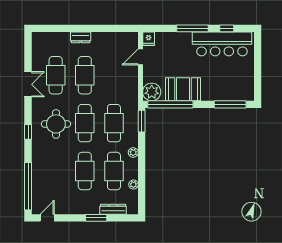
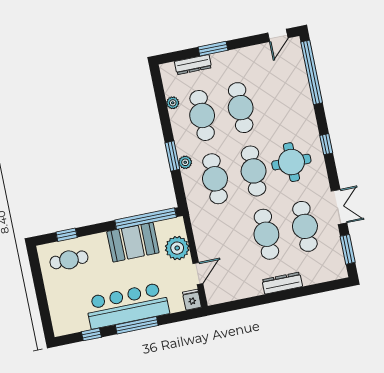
dresser: (81, 37) -> (282, 283), width x1.44
bar counter: (222, 44) -> (127, 306), moved
window: (28, 52) -> (348, 249), added
double door: (28, 84) -> (339, 207), swing flipped
cafe table: (232, 86) -> (69, 260), added
plant: (152, 92) -> (177, 248), moved
window: (230, 104) -> (67, 235), width x0.46
window: (142, 121) -> (172, 156), moved
plant: (133, 152) -> (185, 162), moved

